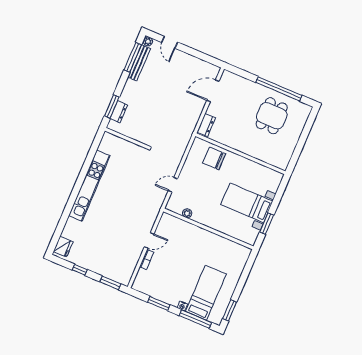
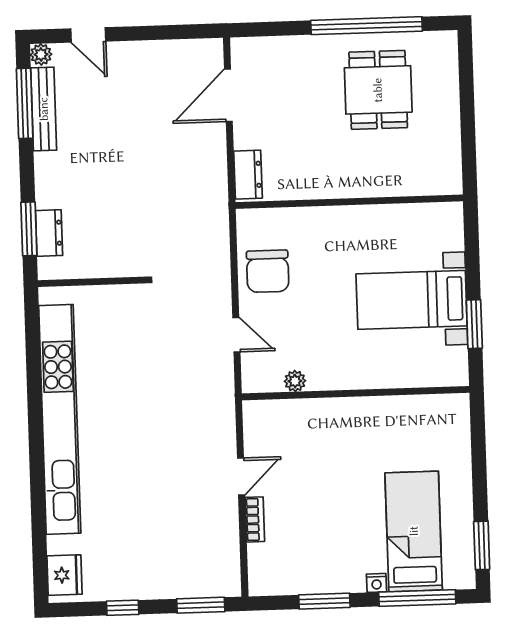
chair: (214, 158) -> (268, 271), moved, turned -90
door: (173, 185) -> (236, 335), swing flipped
kitchen unit: (89, 186) -> (60, 419), width x1.36

